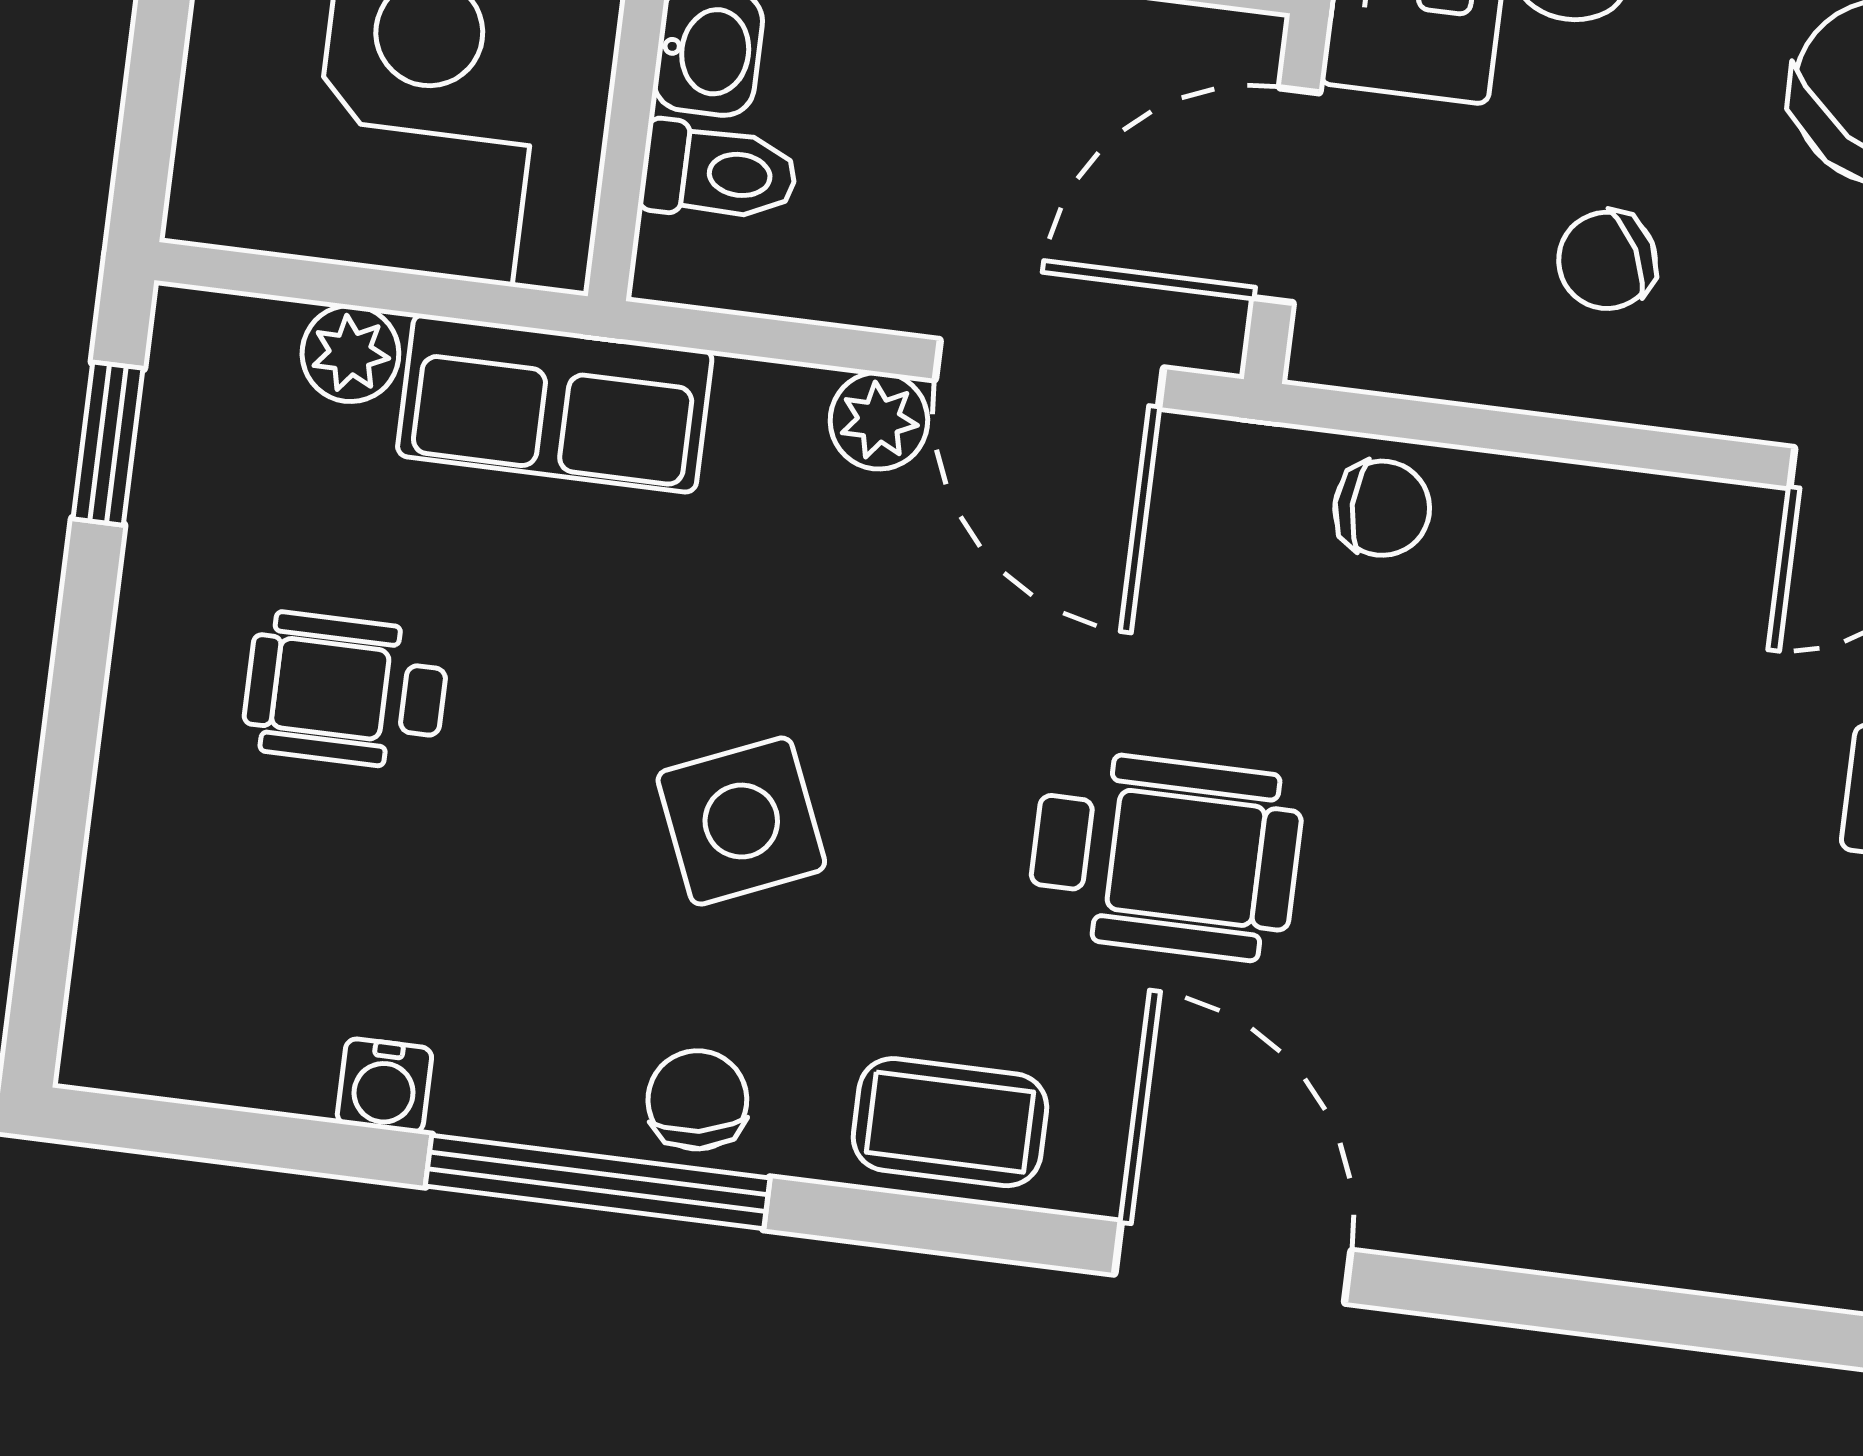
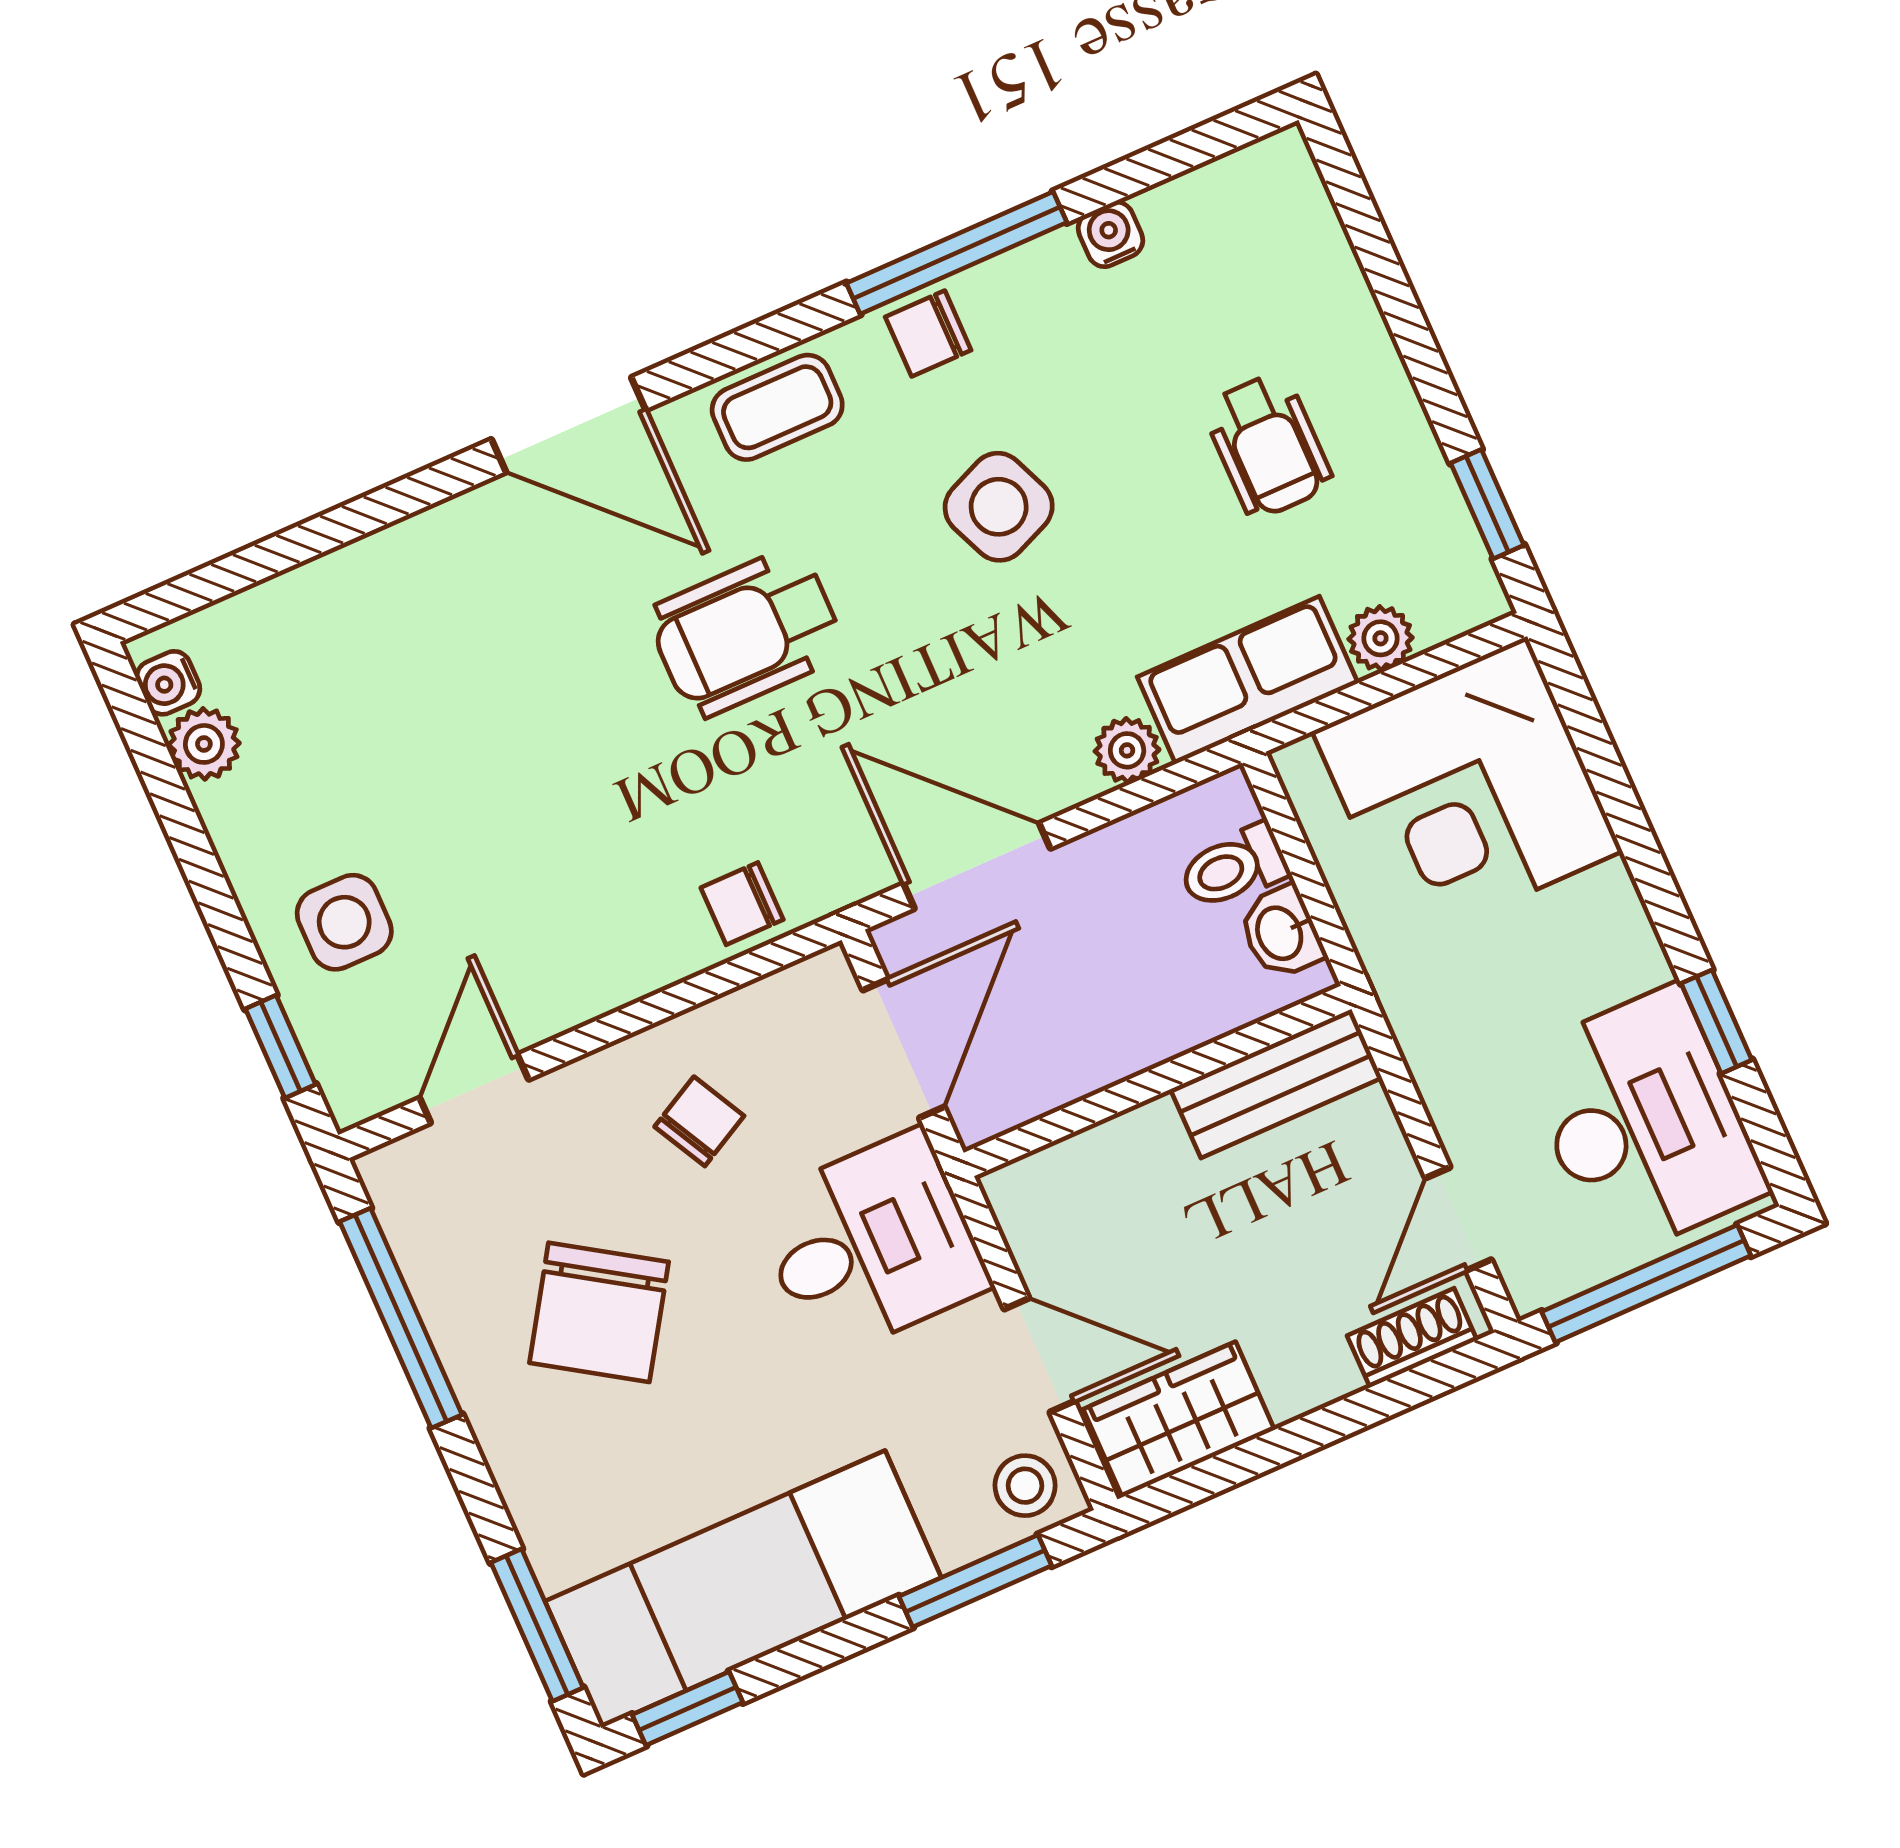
plant: (879, 421) -> (1127, 750), moved
wheelchair: (346, 691) -> (1268, 445), turned 90
chair: (697, 1100) -> (928, 334), turned 100

